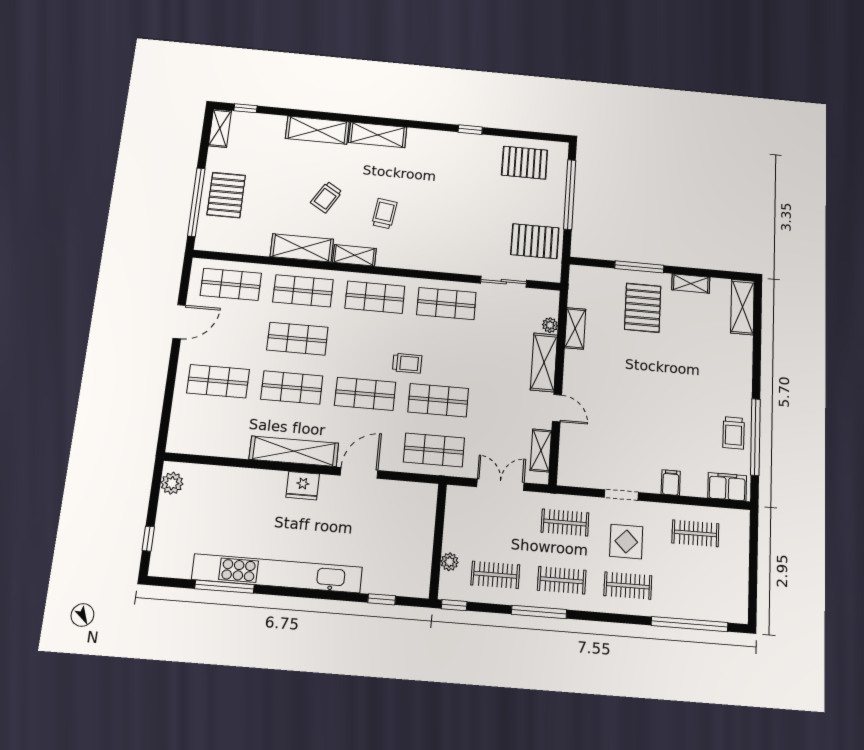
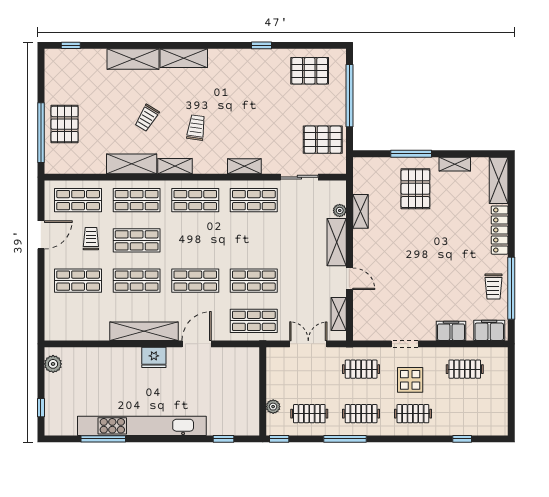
shelving: (220, 128) -> (244, 166), moved, turned 90
trolley: (407, 363) -> (91, 239), moved, turned -90
locker: (743, 365) -> (500, 230), added
filing cabinet: (671, 483) -> (451, 331), width x2.00
window: (690, 624) -> (462, 439), width x0.32

